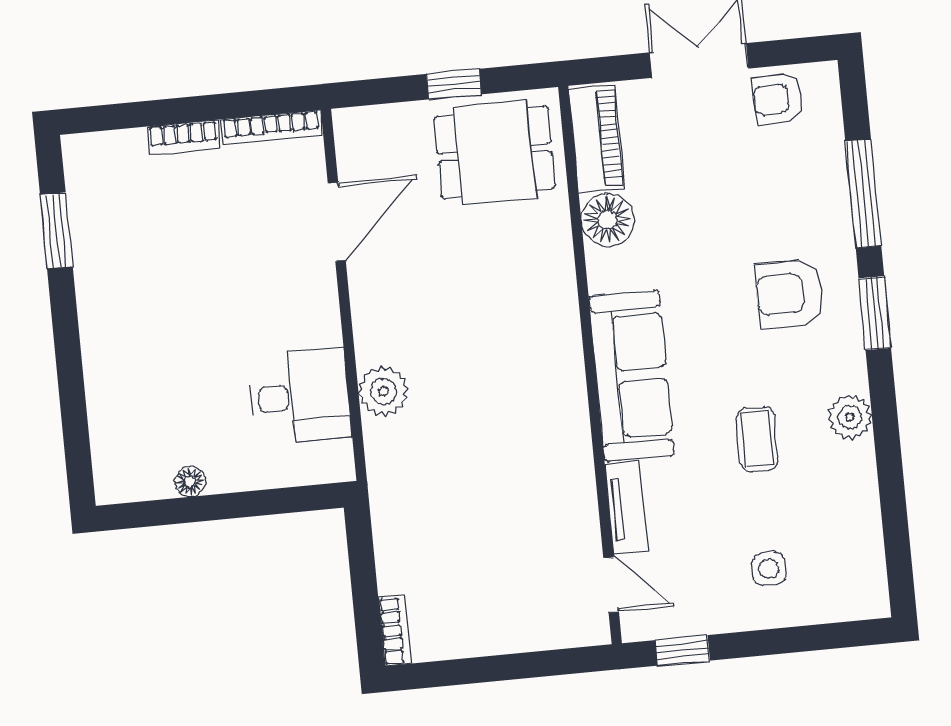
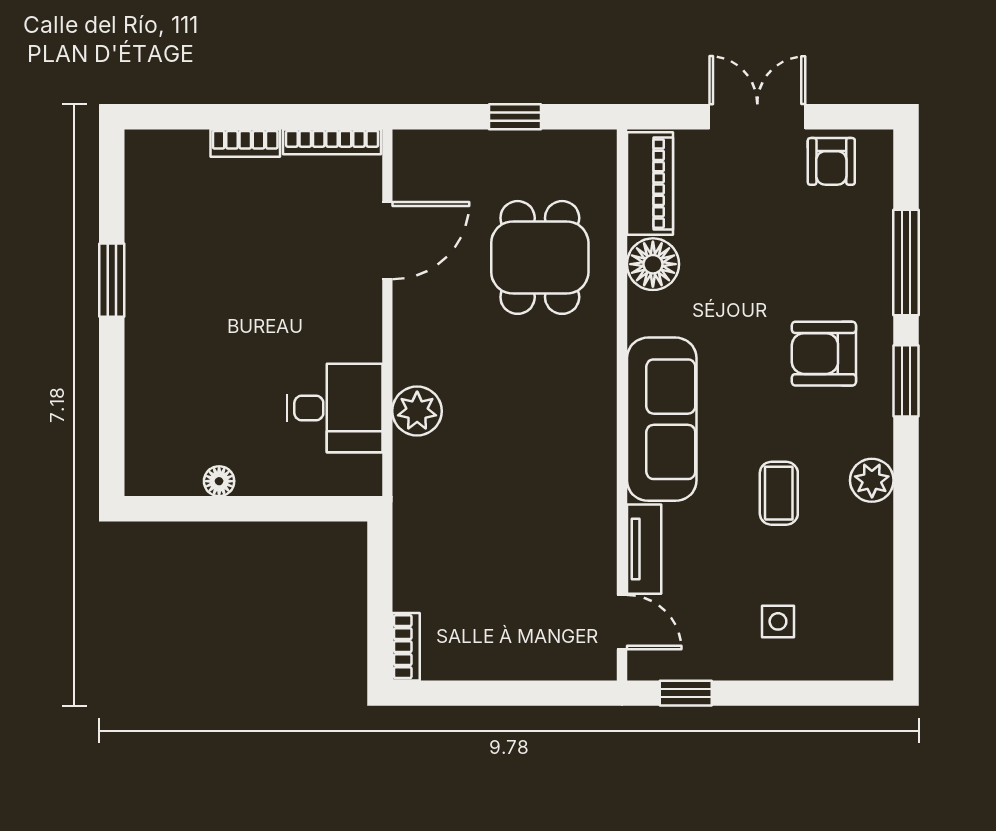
armchair: (778, 98) -> (831, 161), turned -87
dining table: (495, 152) -> (540, 257), moved, turned 90
window: (56, 231) -> (112, 280), moved

